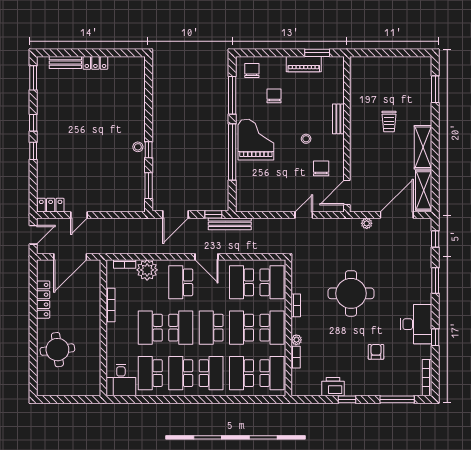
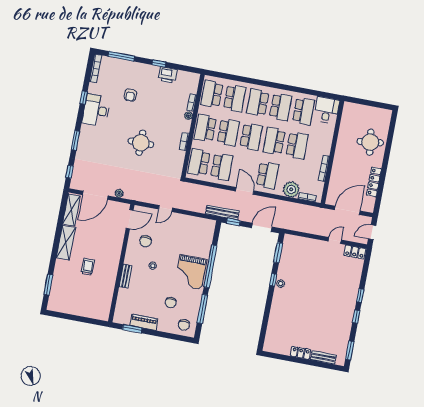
round table: (351, 293) -> (141, 143), width x0.73, depth x0.73

